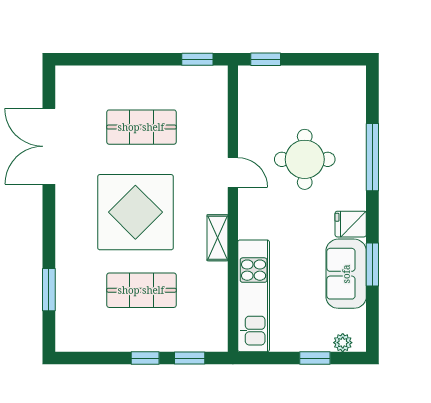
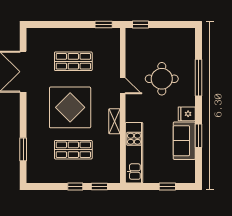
plant: (343, 343) -> (182, 178), removed

